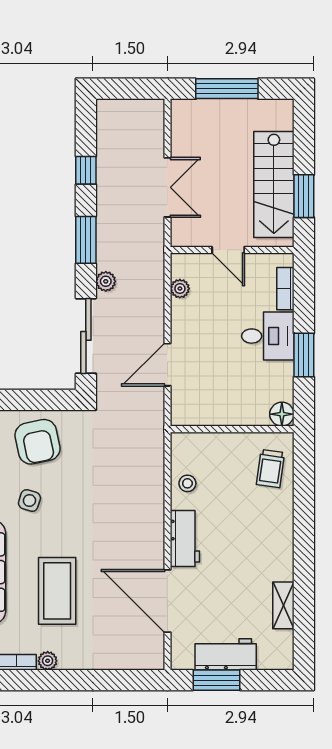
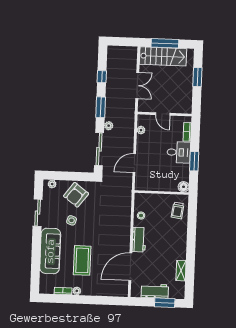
stairs: (274, 184) -> (163, 56), moved, turned -90
window: (304, 196) -> (197, 77), moved
armchair: (38, 442) -> (76, 195), turned 49
door: (167, 601) -> (130, 267), hinge flipped
window: (216, 680) -> (165, 303), moved

